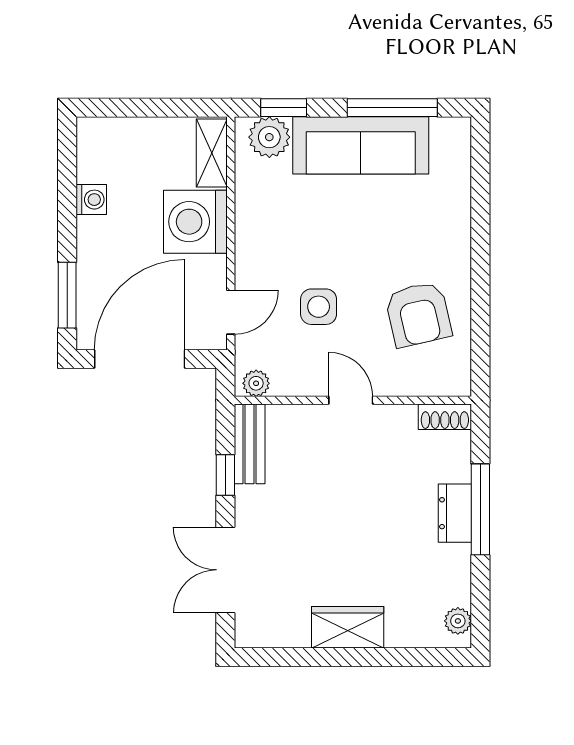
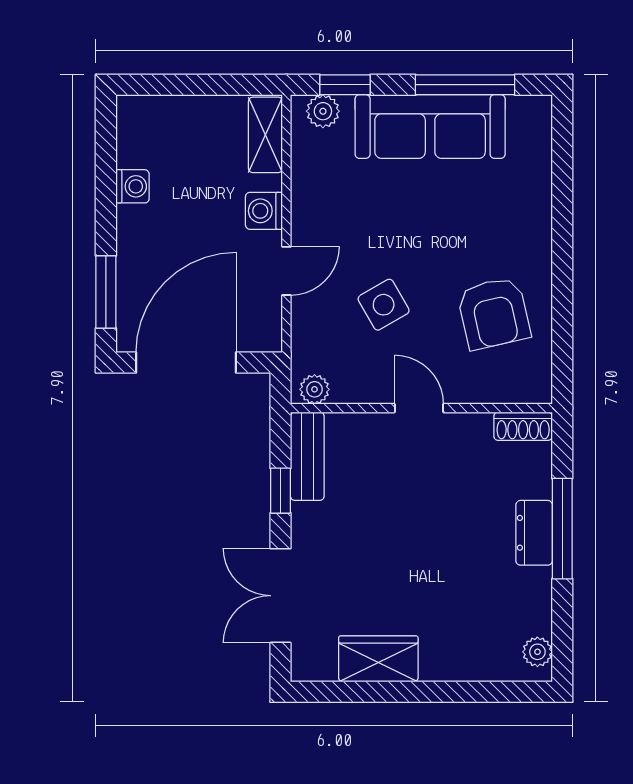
plant: (269, 137) -> (323, 111), width x0.73, depth x0.73
washing machine: (195, 222) -> (264, 211), width x0.53, depth x0.53
side table: (319, 307) -> (384, 305), turned -30
door: (231, 312) -> (286, 271), moved
wardrobe: (348, 627) -> (378, 659), moved

